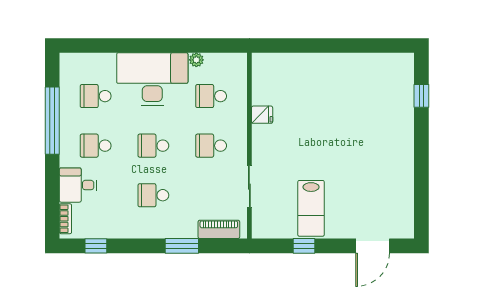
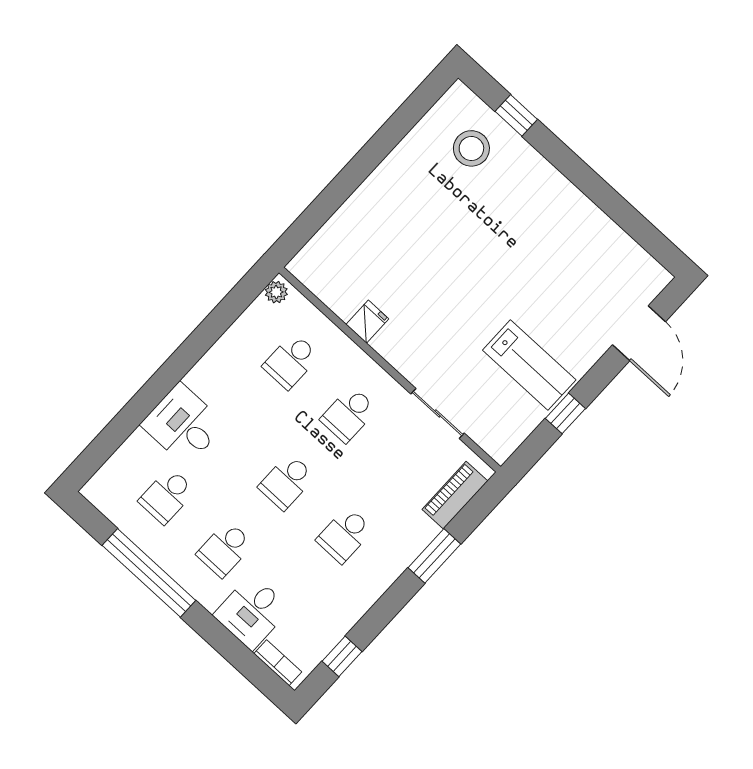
plant: (196, 60) -> (276, 292), moved
desk: (152, 79) -> (183, 424), width x0.53, depth x0.77
stool: (387, 89) -> (471, 148), added

